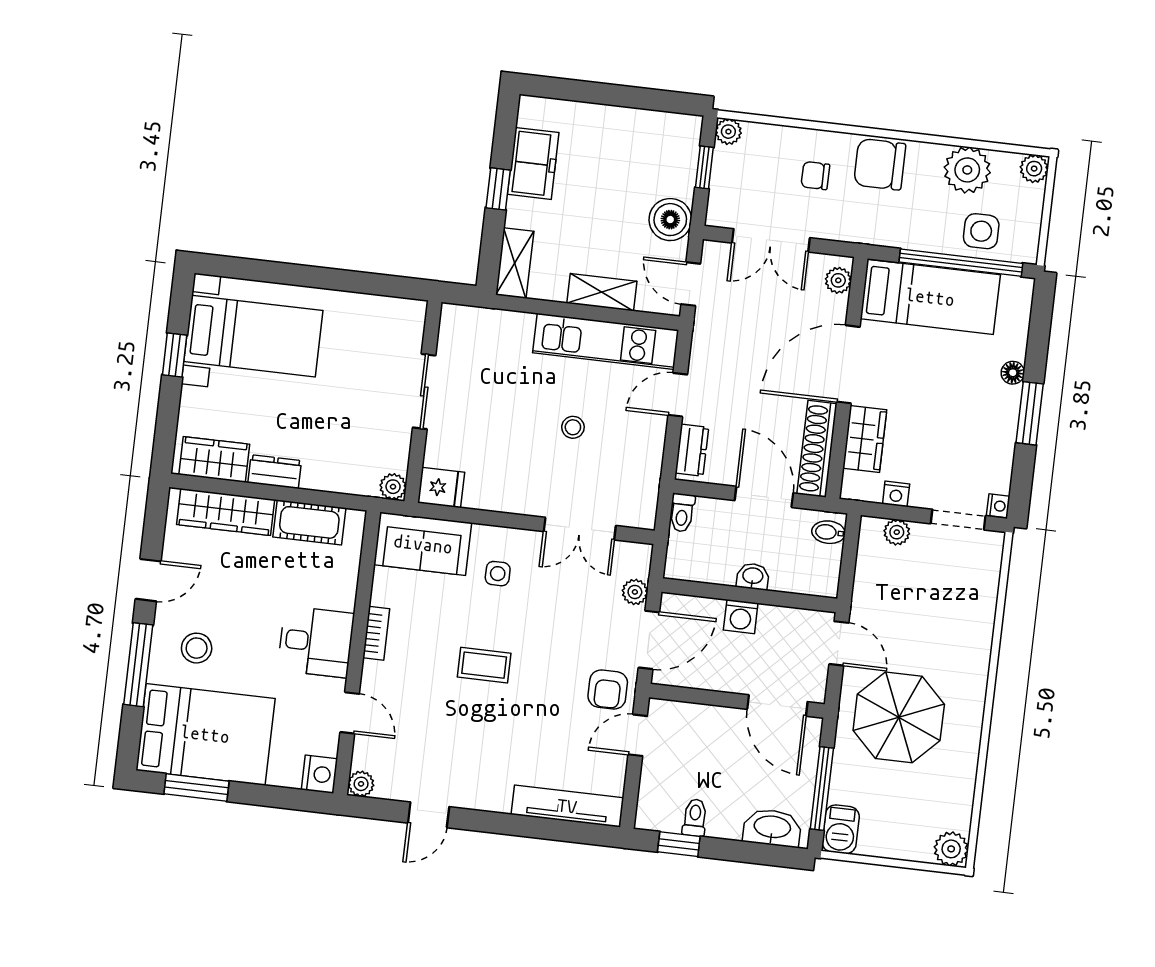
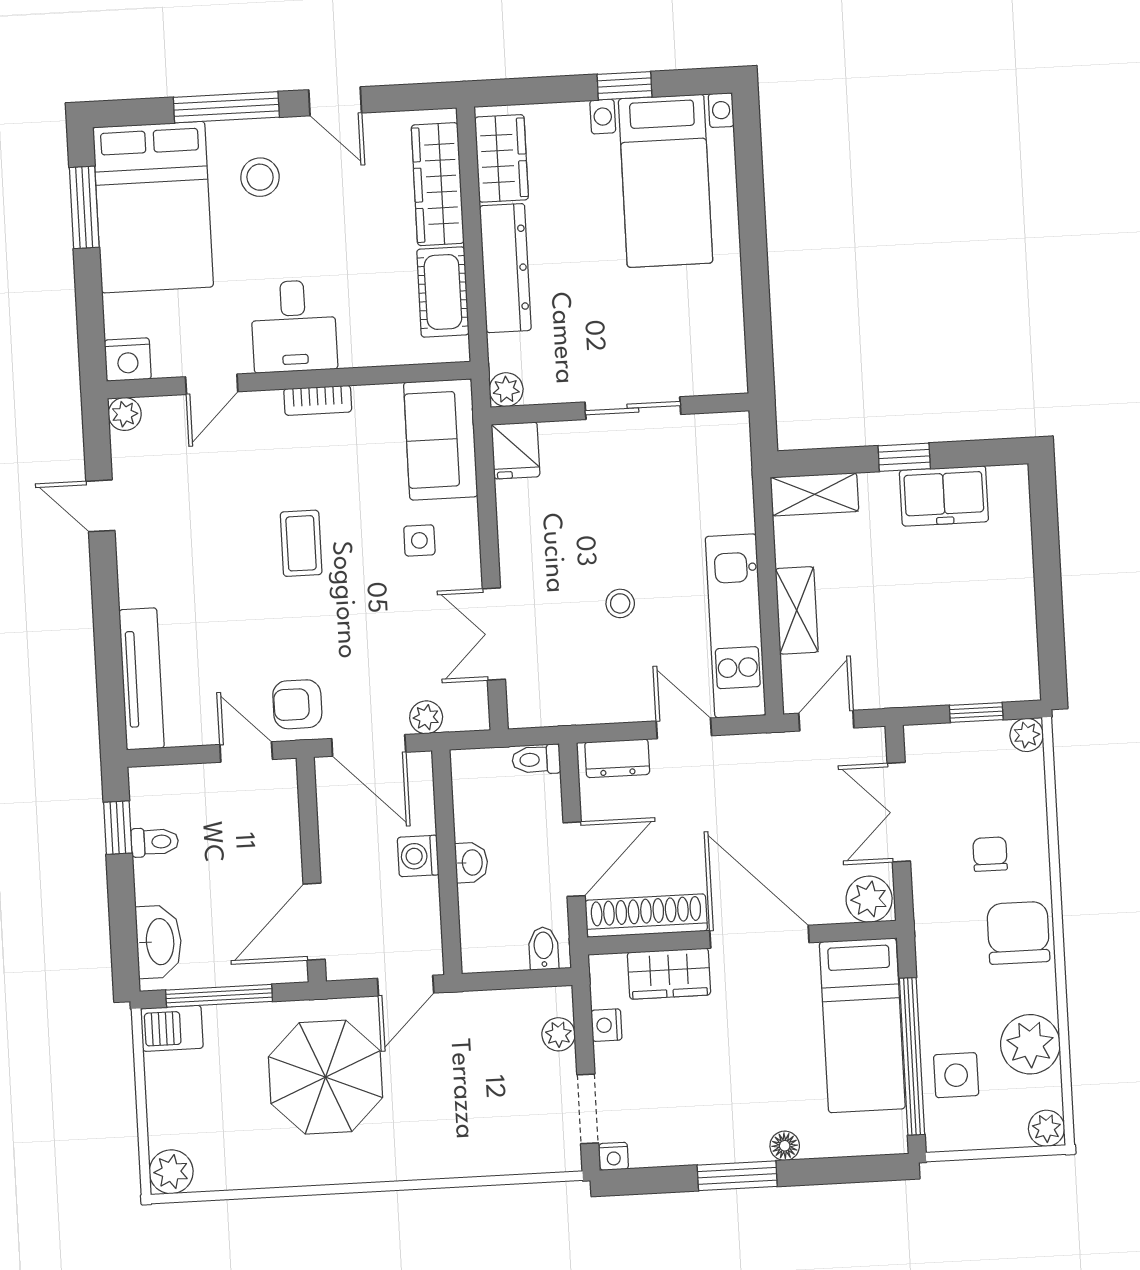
boiler: (670, 220) -> (903, 681), removed
plant: (838, 280) -> (869, 899), width x1.38, depth x1.38
dresser: (275, 472) -> (505, 268), width x1.96, depth x1.24

